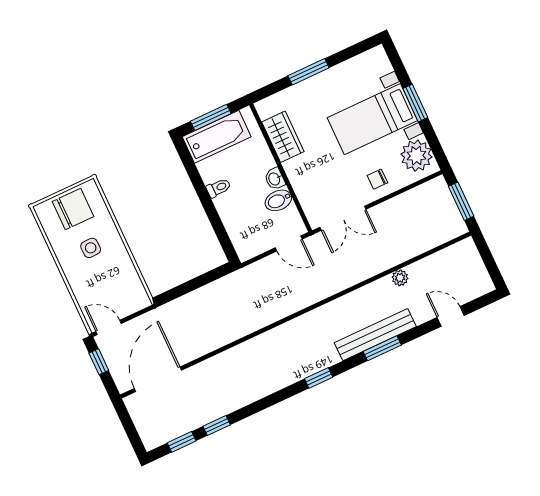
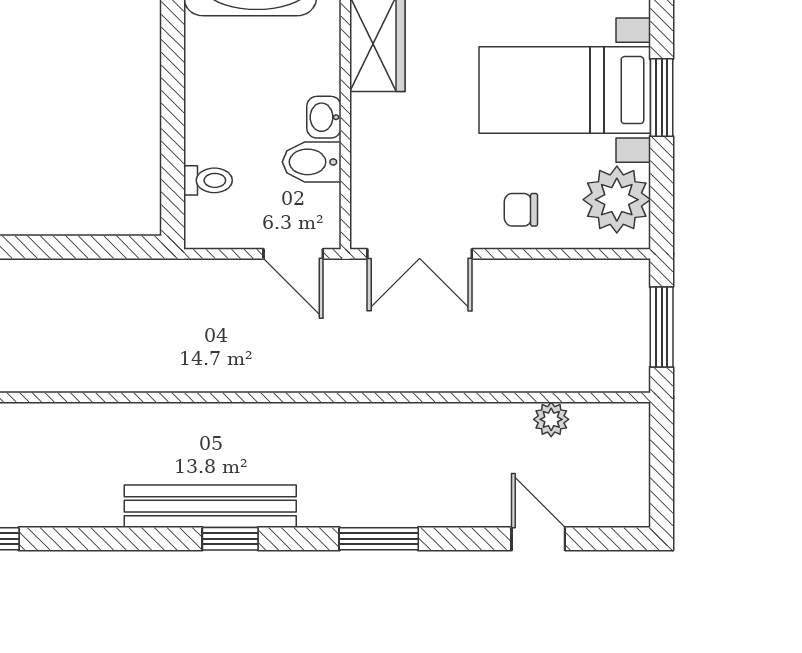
toilet: (218, 188) -> (208, 180), moved
plant: (400, 278) -> (551, 419), moved
bench: (375, 335) -> (210, 506), moved

